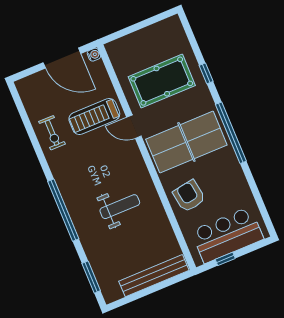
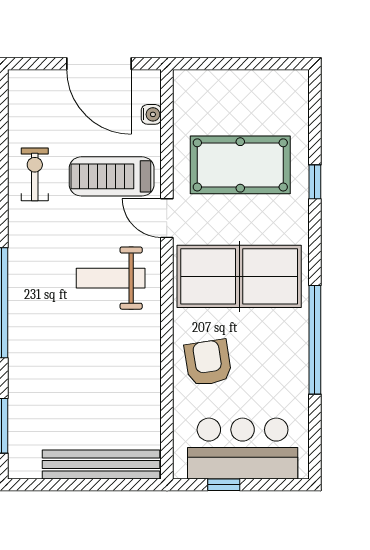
water cooler: (94, 55) -> (151, 114), moved
exercise bike: (52, 133) -> (35, 174), turned 180
window: (231, 133) -> (315, 340), moved
weight bench: (120, 207) -> (111, 278), moved, turned 180

